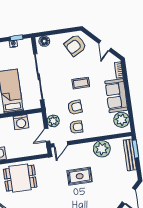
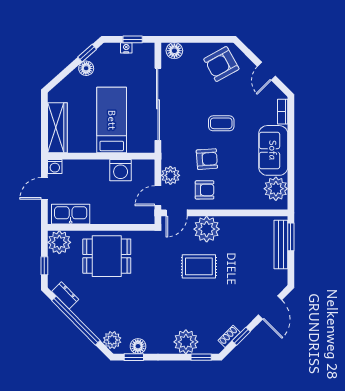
plant: (102, 149) -> (207, 229), moved

